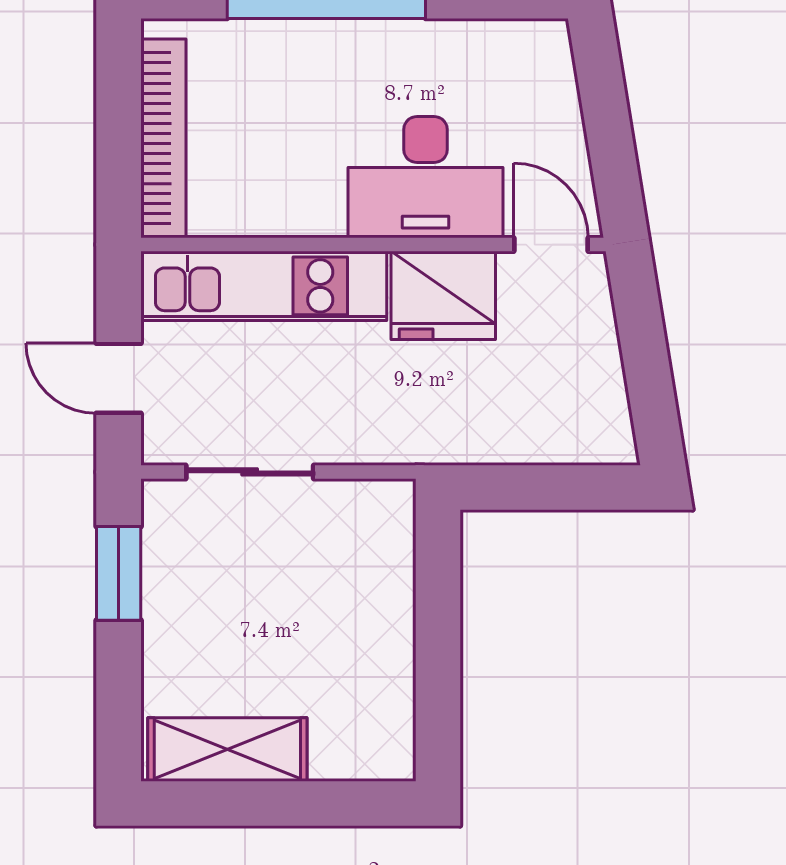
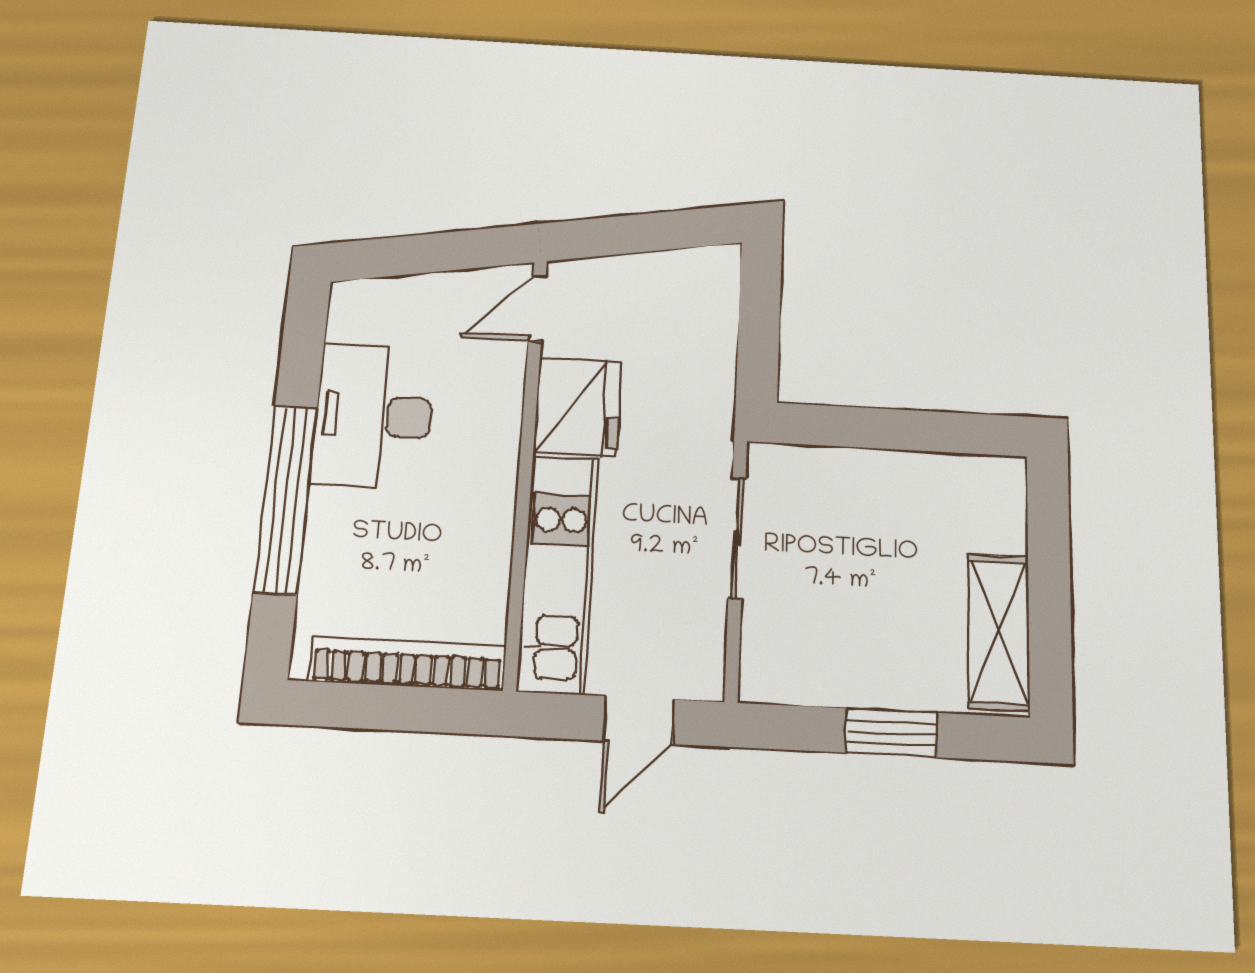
desk: (425, 177) -> (374, 416), moved, turned 180
sliding door: (250, 472) -> (737, 538), moved
window: (119, 573) -> (891, 733), moved

